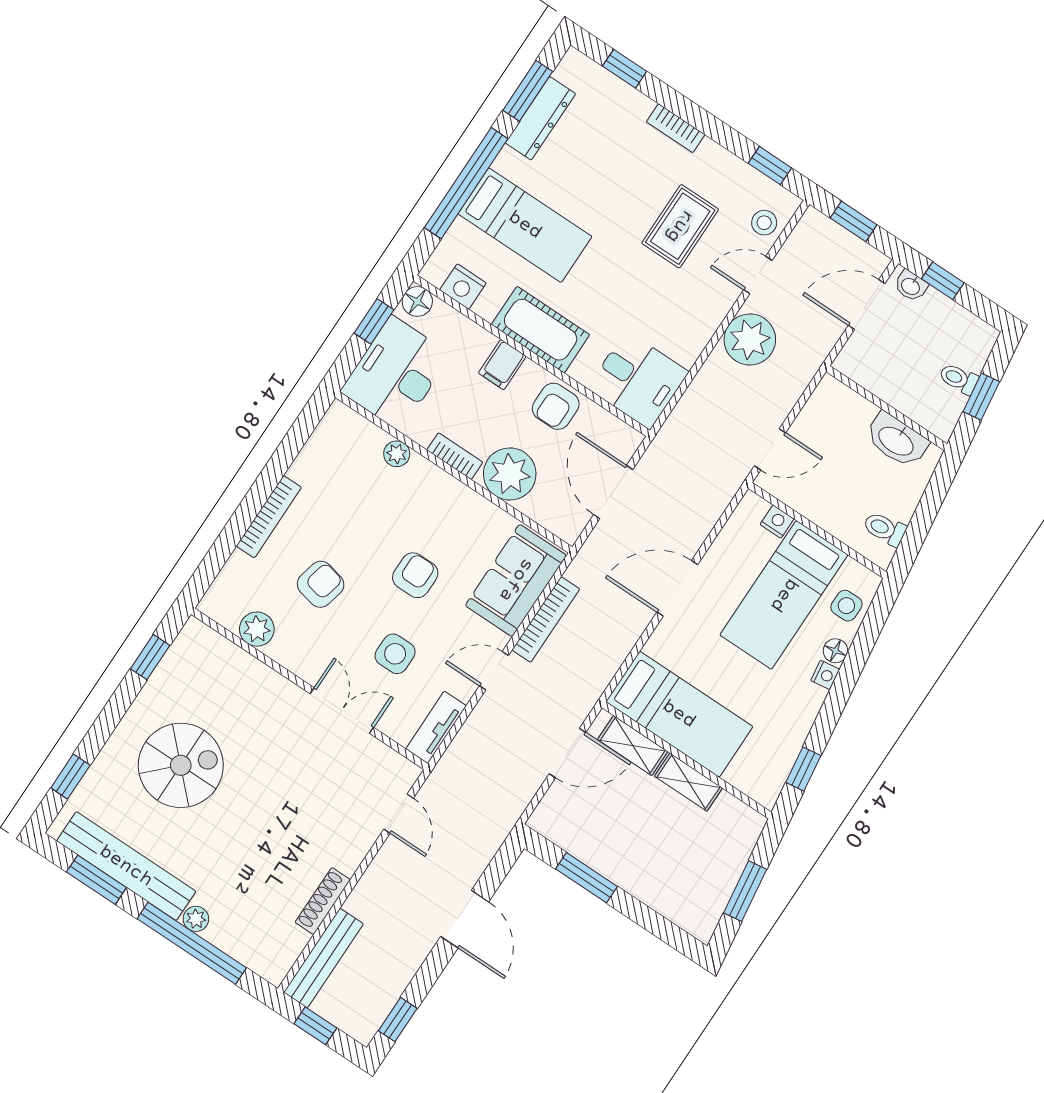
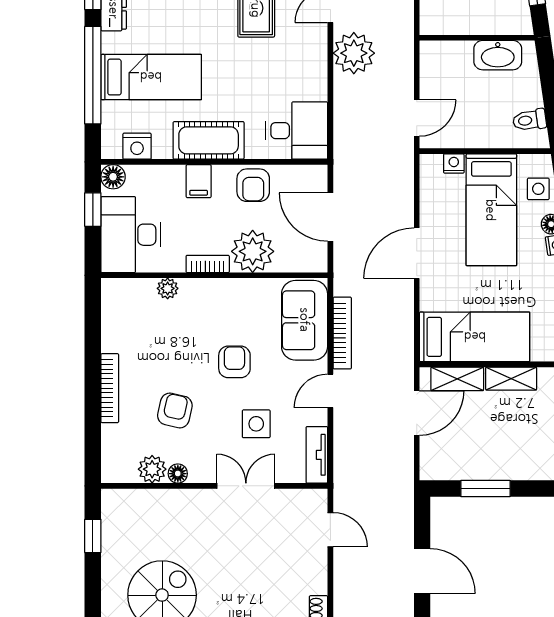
floor lamp: (280, 651) -> (178, 474), added

